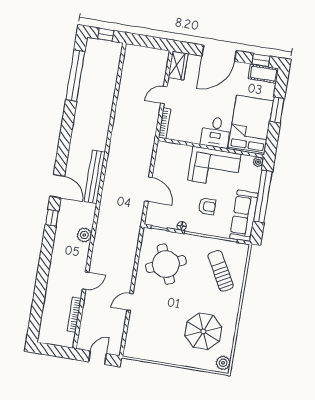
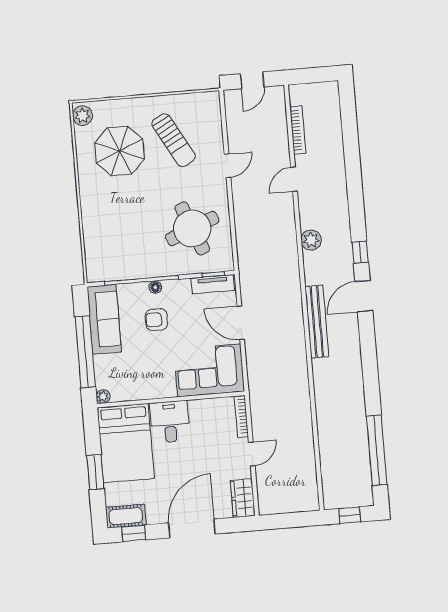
corner sofa: (214, 167) -> (209, 370), moved
door: (57, 186) -> (364, 296), hinge flipped
tv unit: (161, 221) -> (213, 284), added
floor lamp: (182, 226) -> (155, 287), moved
sun lounger: (221, 271) -> (174, 140), moved

